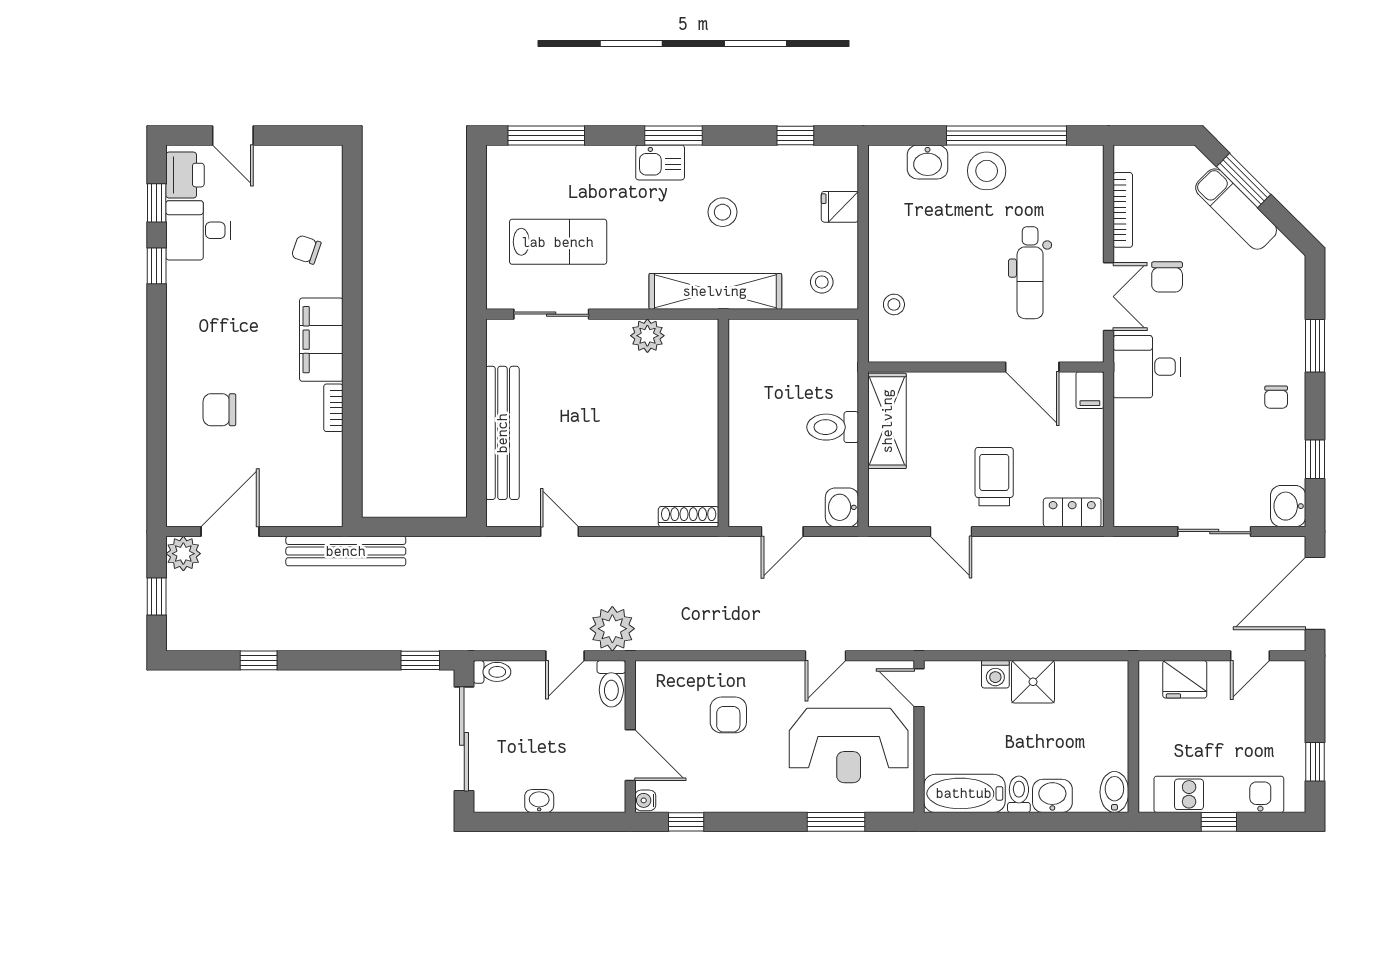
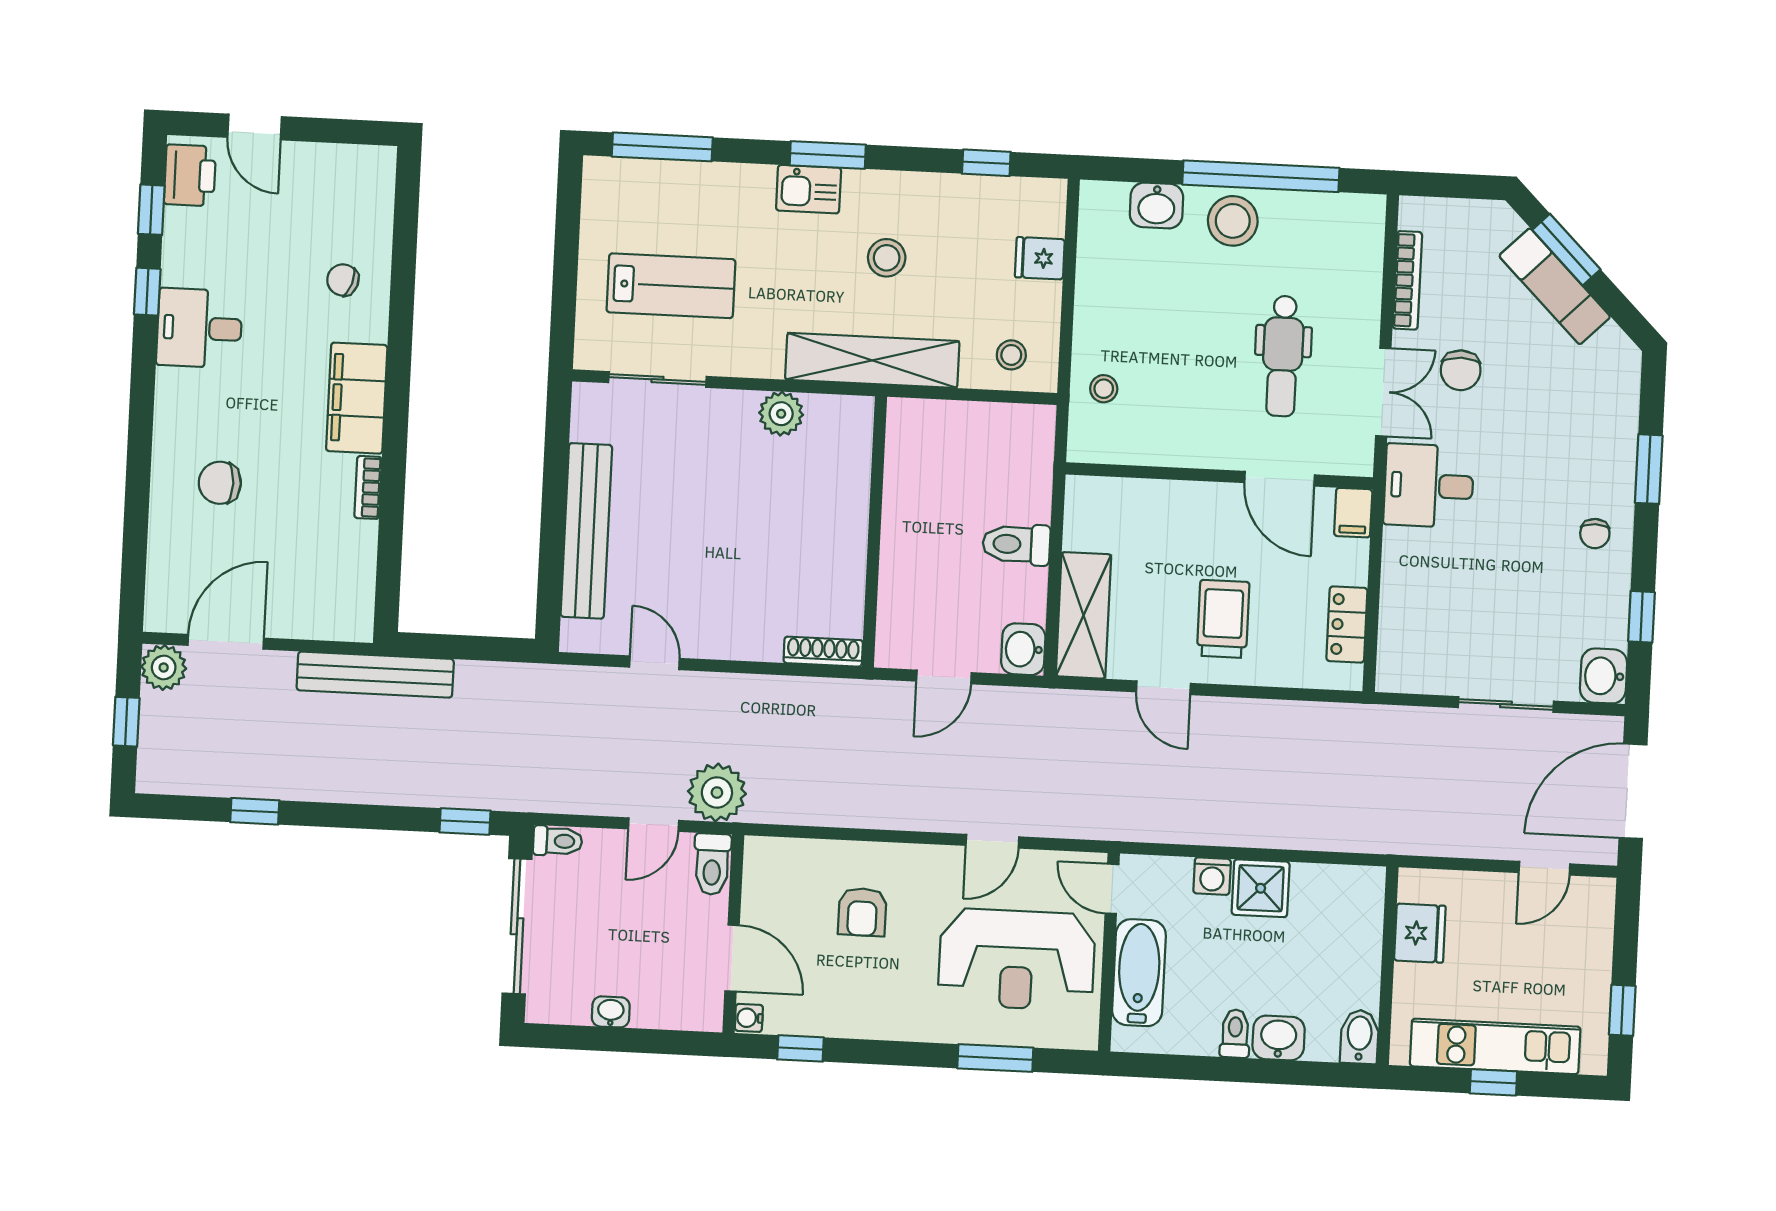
desk: (198, 230) -> (199, 328), moved
shelving: (887, 421) -> (1083, 615), moved
locker: (1072, 512) -> (1347, 624), moved, turned -90
fridge: (1185, 679) -> (1420, 933), moved, turned -90
bathtub: (964, 793) -> (1139, 973), moved, turned 90

